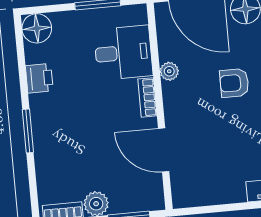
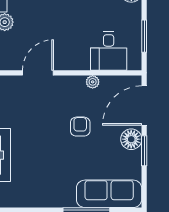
bookcase: (147, 97) -> (76, 65), removed

